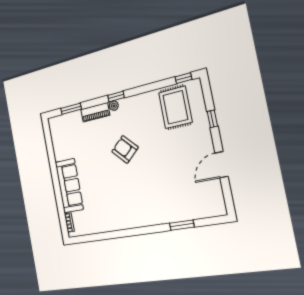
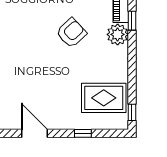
window: (116, 97) -> (132, 21), moved
plant: (114, 106) -> (118, 34), width x1.88, depth x1.88

